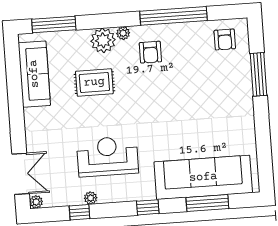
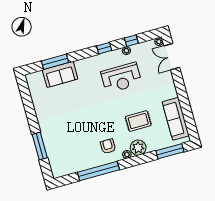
armchair: (225, 40) -> (64, 163), removed
sofa: (203, 177) -> (60, 74), width x0.54, depth x0.79
window: (148, 207) -> (104, 48), moved

